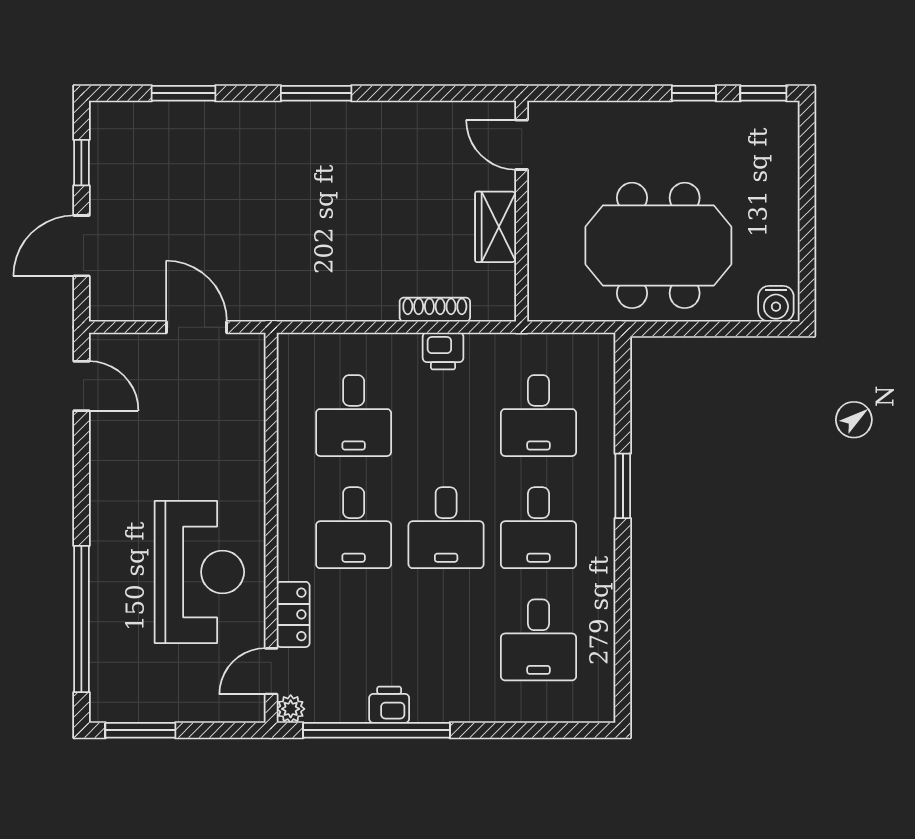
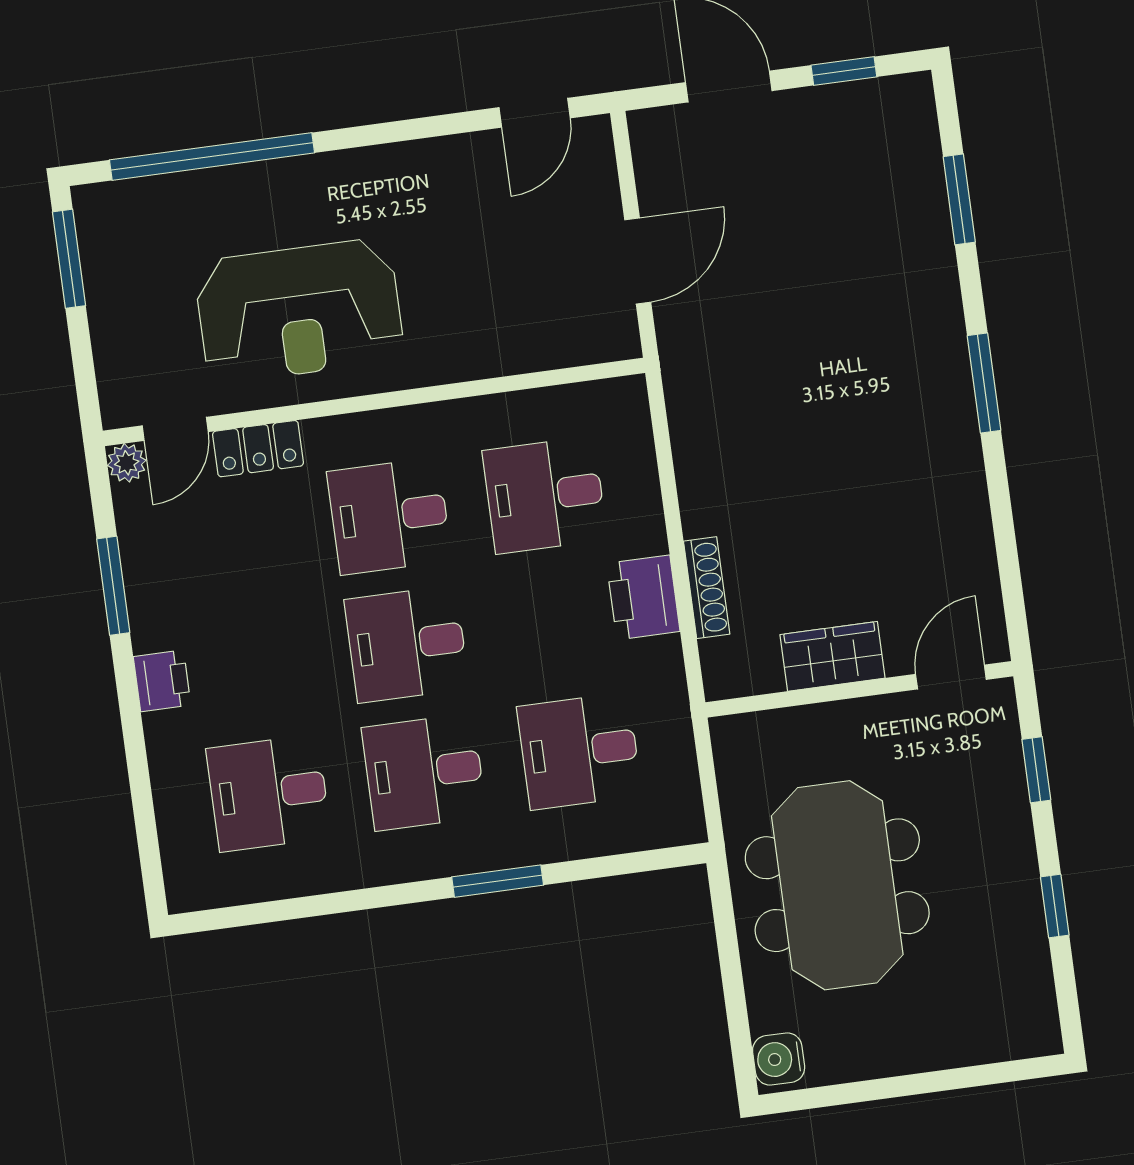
window: (763, 93) -> (1036, 770), moved
printer: (443, 351) -> (643, 597), width x1.36, depth x1.24
door: (271, 671) -> (175, 429), swing flipped
printer: (389, 705) -> (162, 681), moved
window: (377, 730) -> (113, 586), width x0.47

